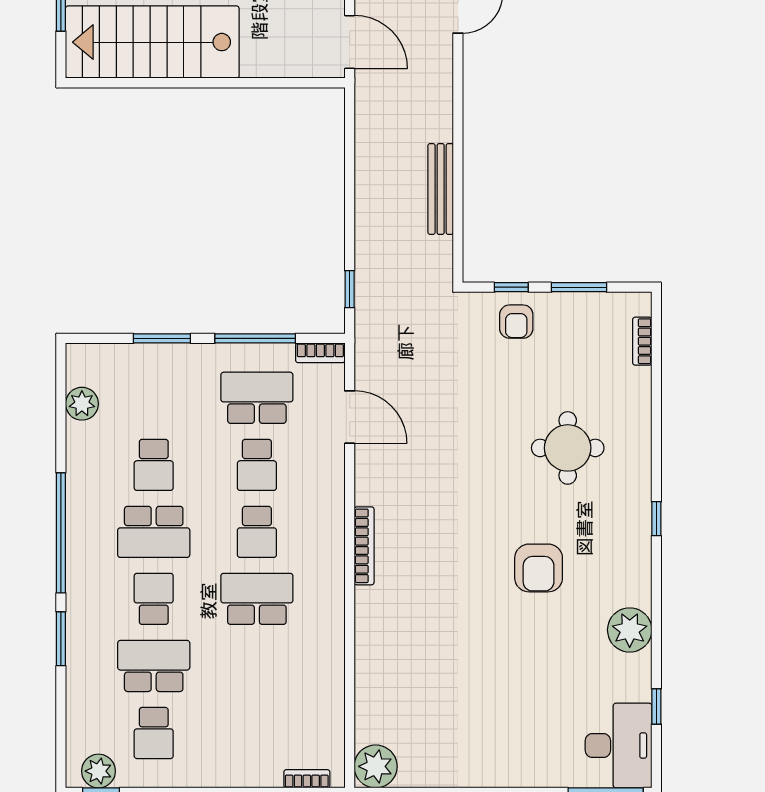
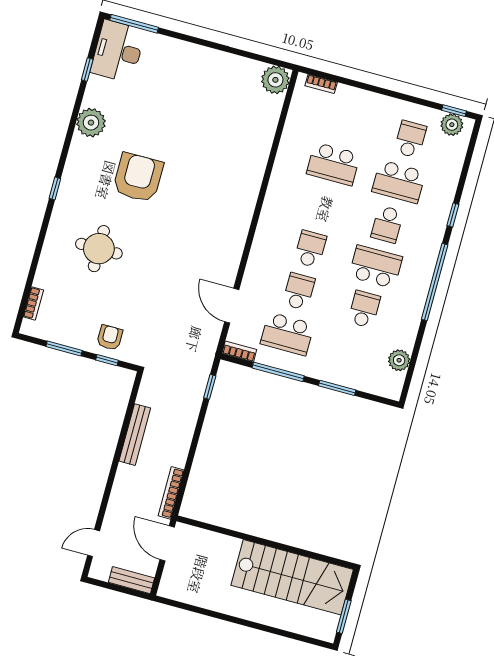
bookcase: (364, 546) -> (171, 493), moved
armchair: (539, 568) -> (138, 178), width x1.36, depth x1.36
school desk: (257, 599) -> (333, 164), moved
window: (61, 639) -> (453, 215), width x0.67

